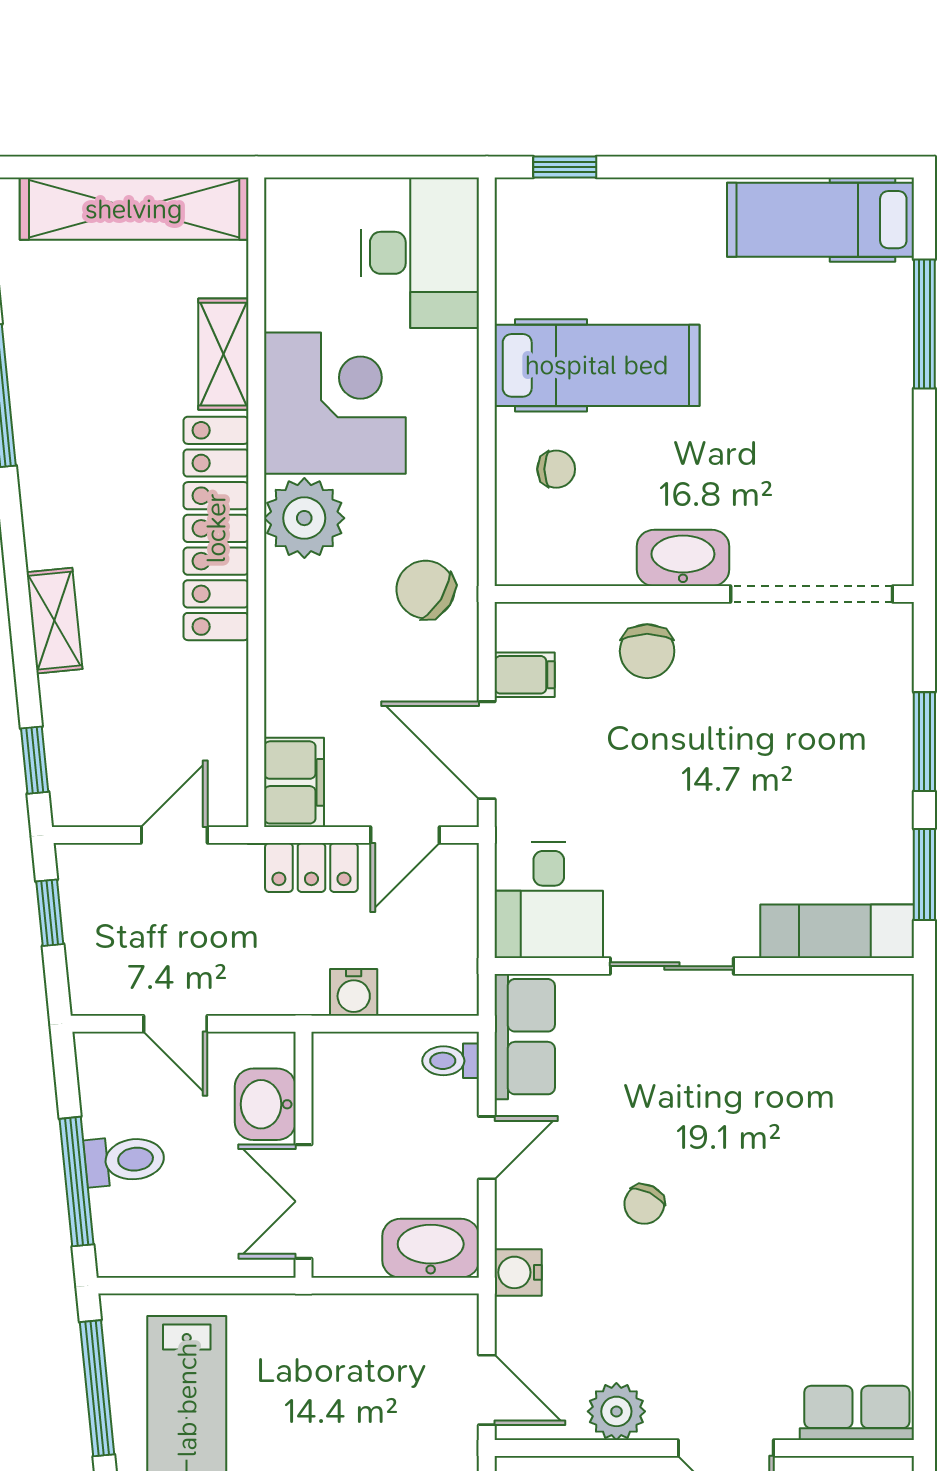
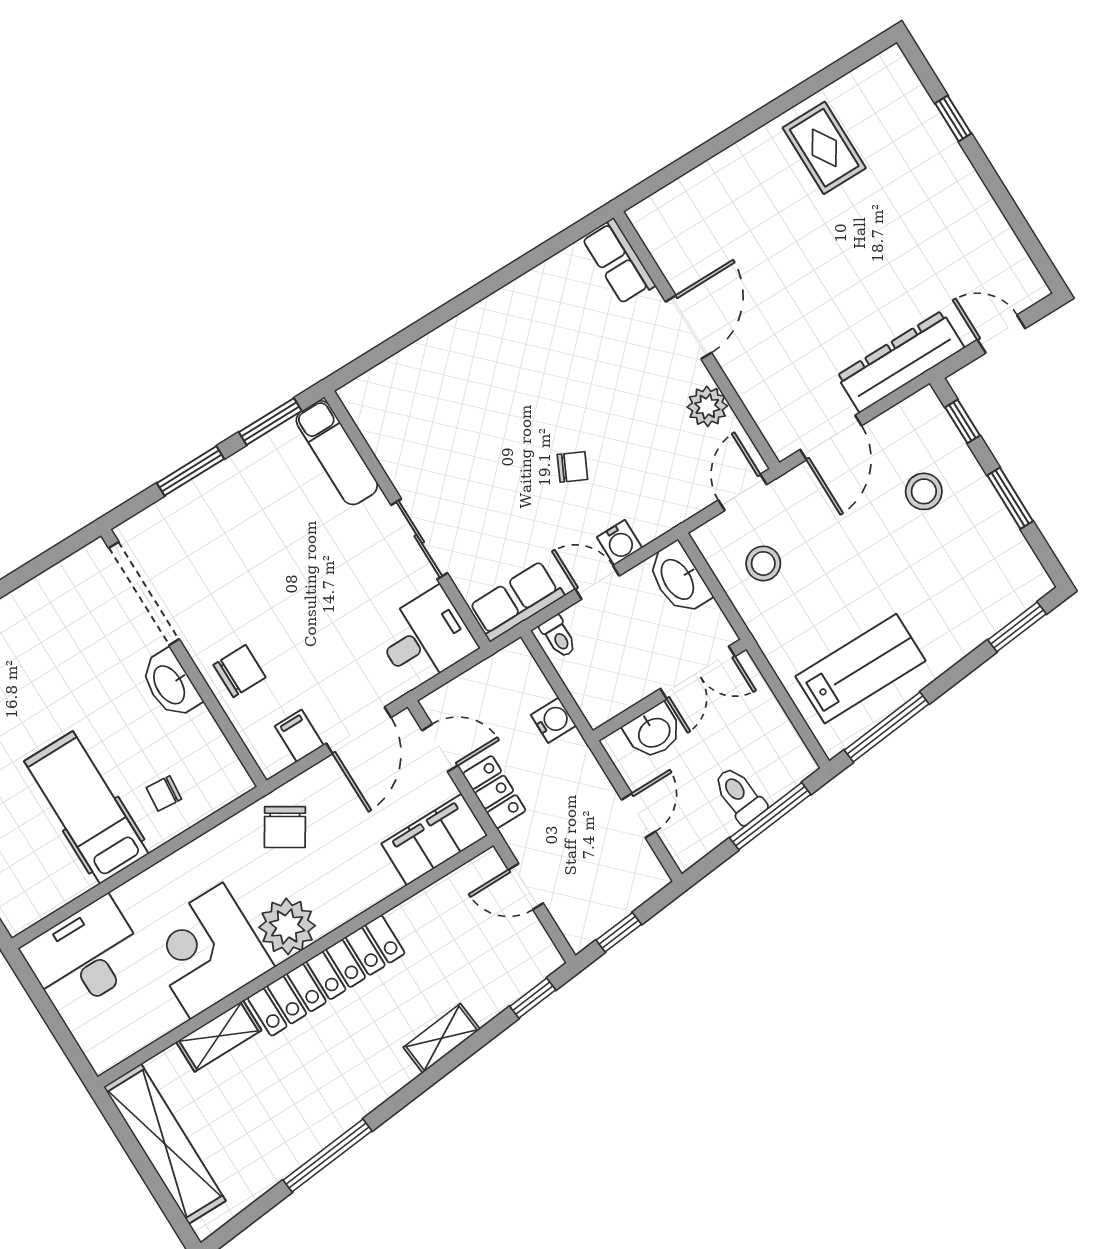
chair: (556, 469) -> (164, 793), turned -85
filing cabinet: (294, 782) -> (434, 840), width x1.50, depth x1.17
water cooler: (518, 1272) -> (620, 543), moved
stool: (386, 1362) -> (763, 563), added

